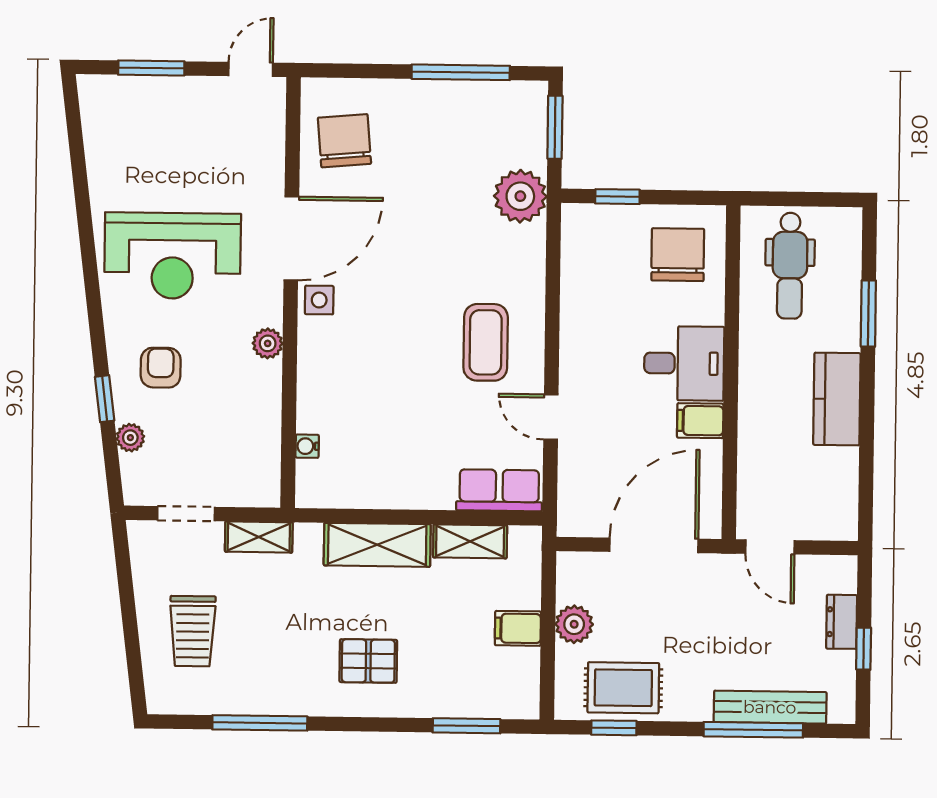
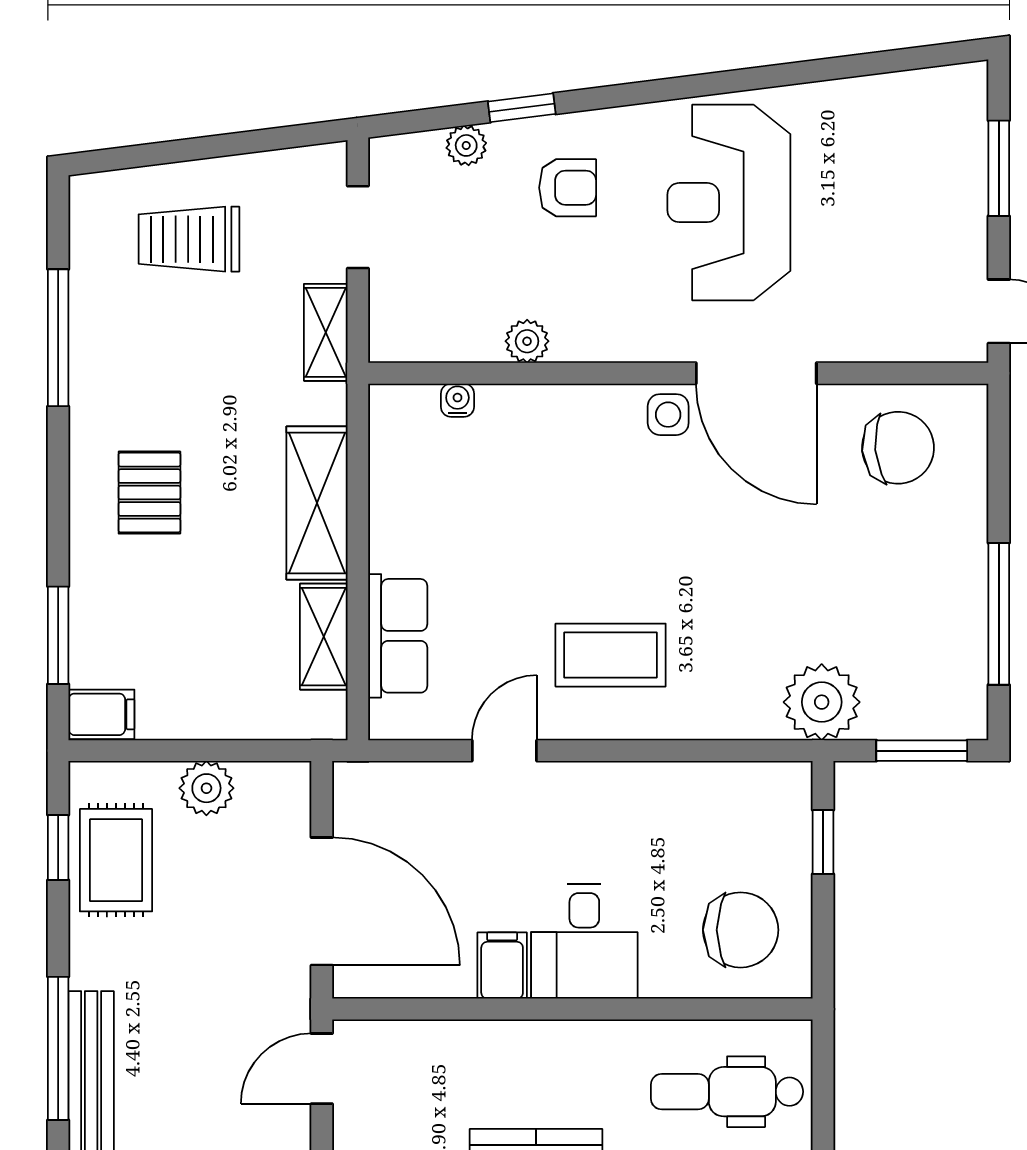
plant: (268, 343) -> (527, 341), moved
row of seats: (499, 490) -> (398, 636), moved
filing cabinet: (518, 628) -> (101, 714), moved, turned 90

